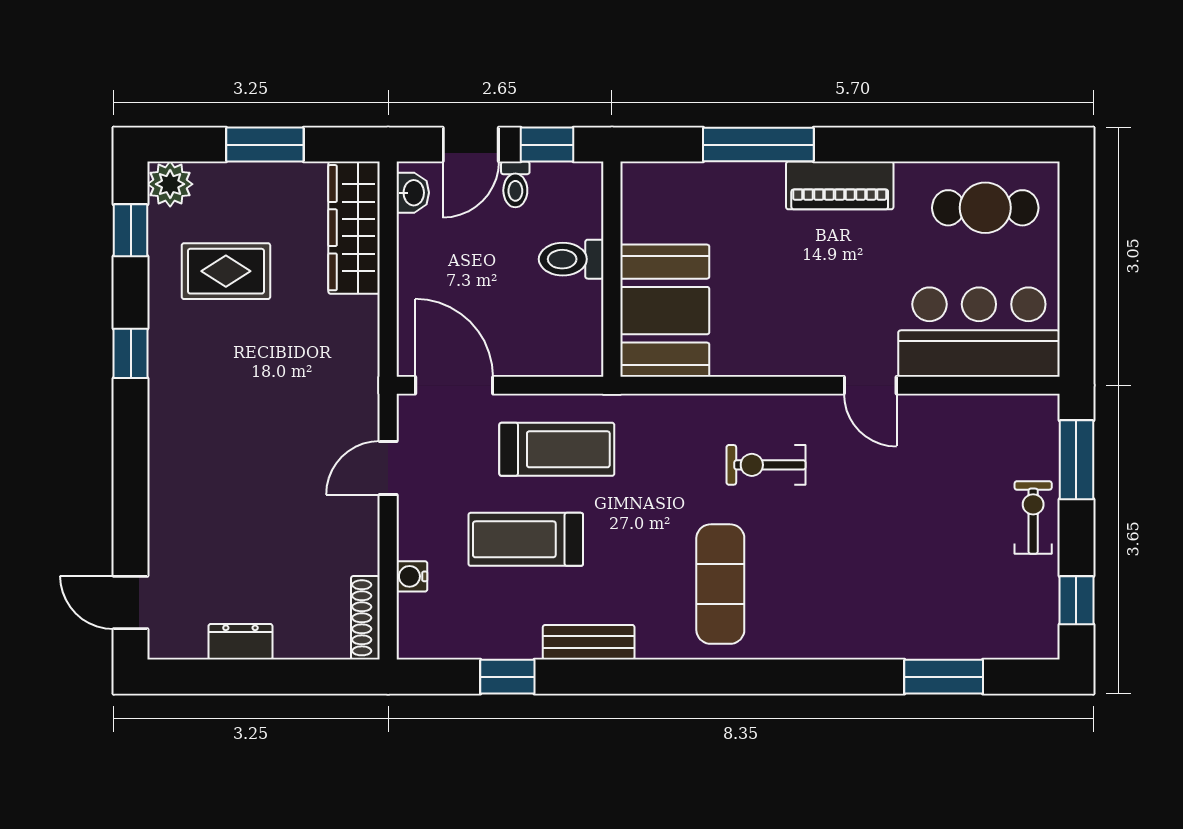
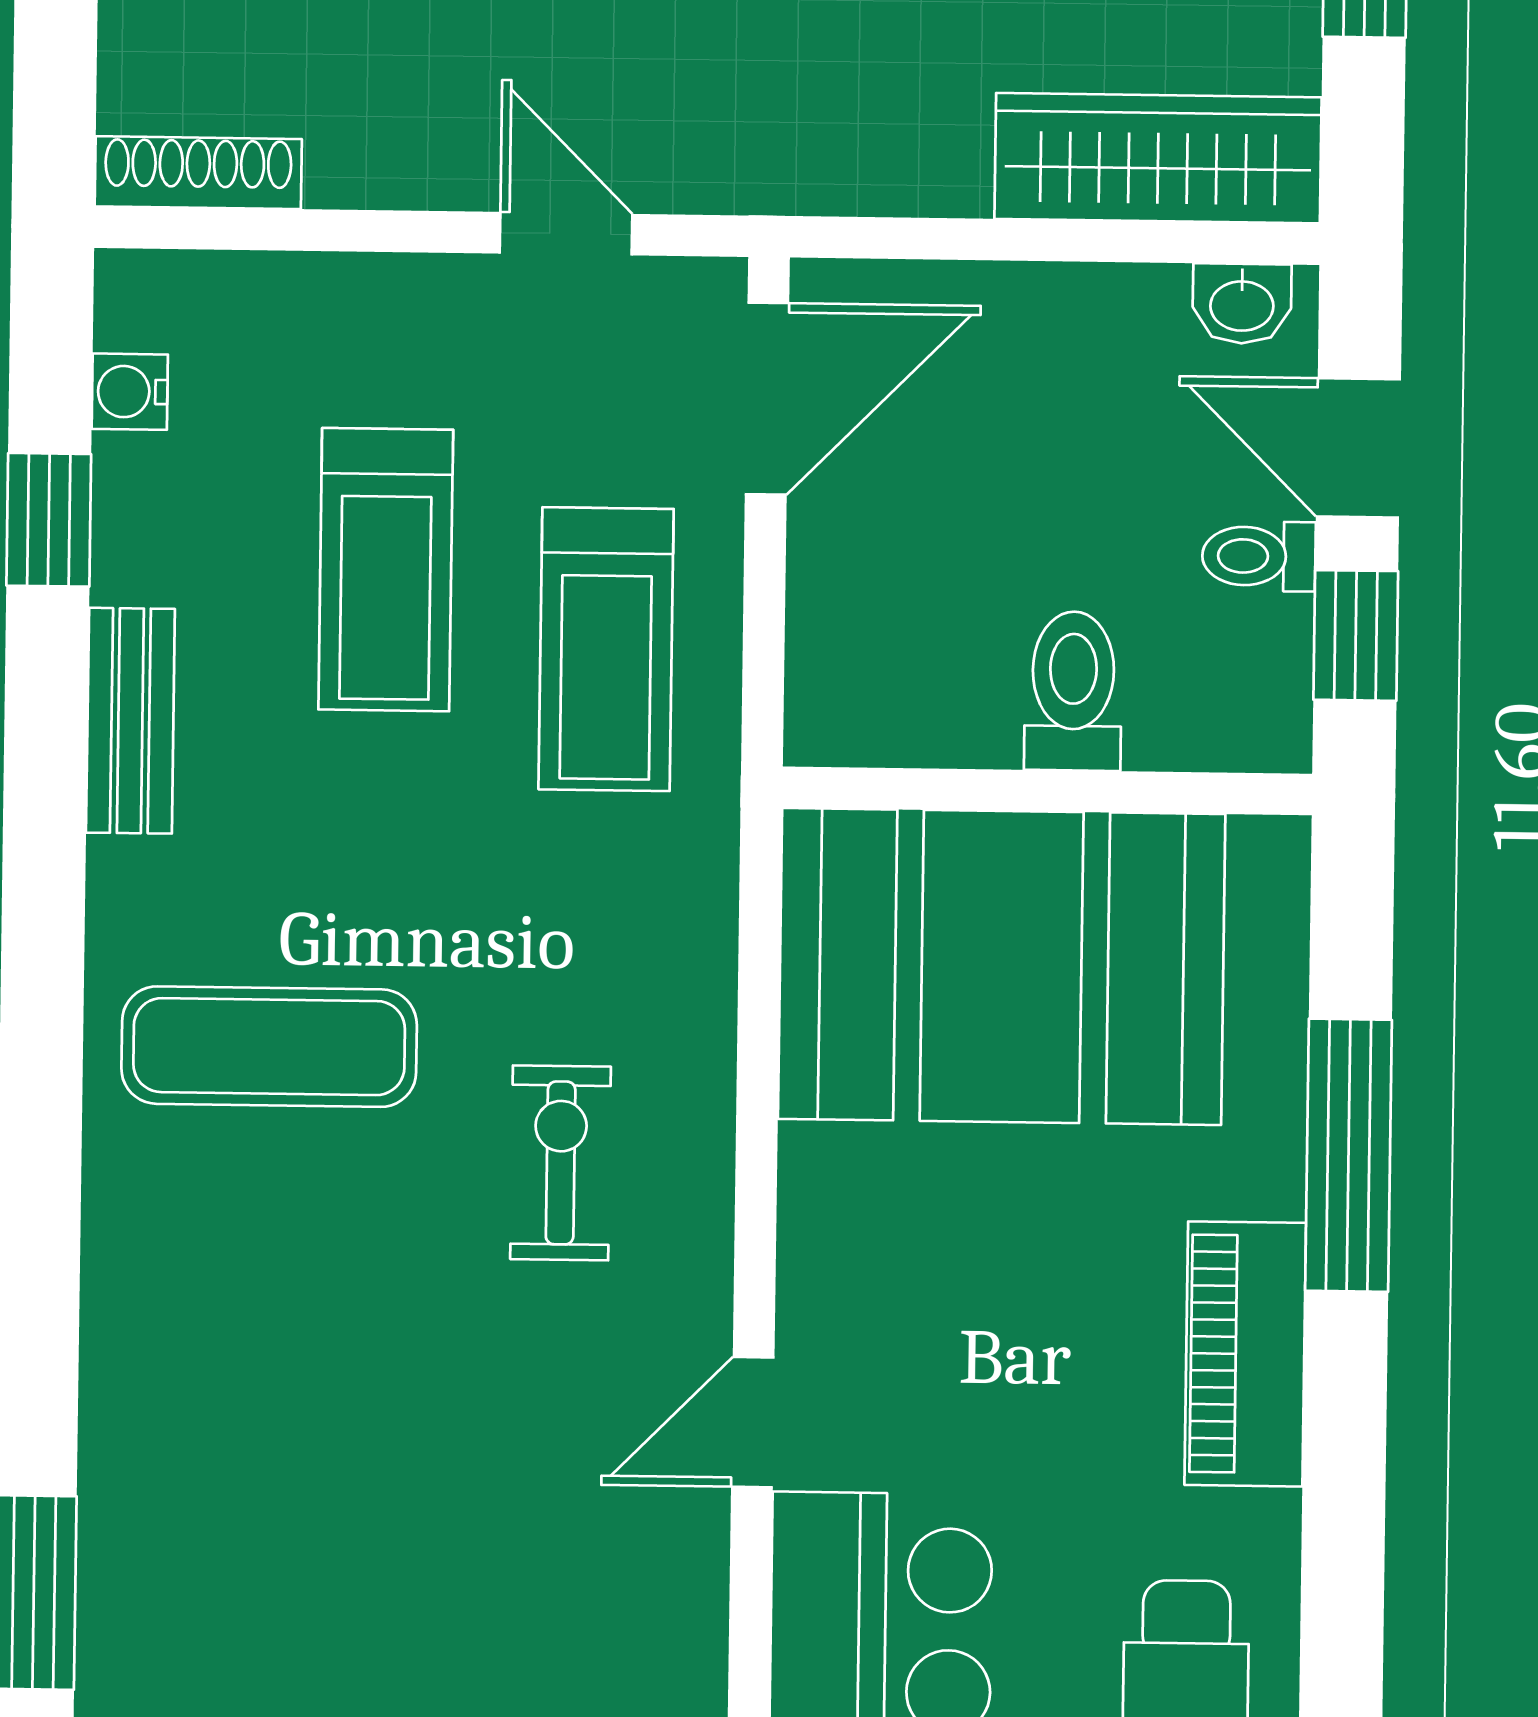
booth: (665, 311) -> (1002, 966), width x1.36, depth x1.42
treadmill: (526, 539) -> (386, 570), turned 180
water cooler: (412, 576) -> (130, 392), moved, turned -90

